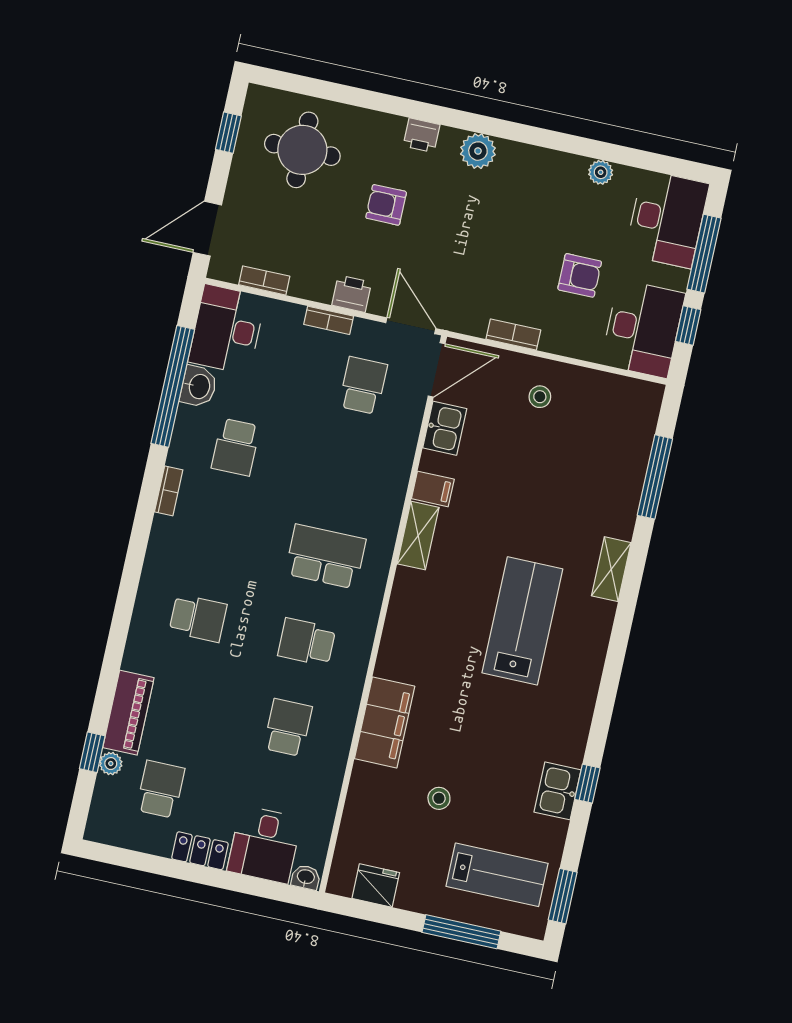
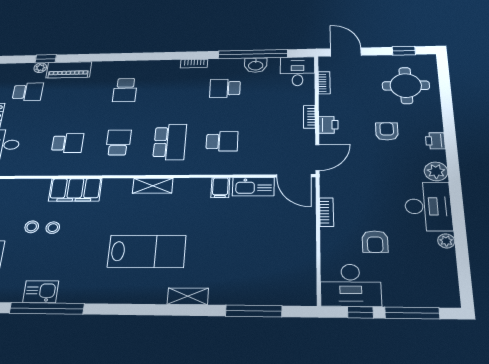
desk: (667, 219) -> (428, 206), moved, turned -90
desk: (227, 329) -> (298, 71), width x0.73
school desk: (363, 385) -> (222, 141), moved
stool: (540, 397) -> (53, 228), moved
kitchen sink: (445, 428) -> (253, 187), width x1.38
shelving: (418, 536) -> (153, 186), moved
window: (587, 784) -> (47, 308), width x3.17

